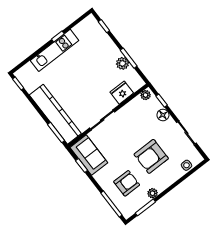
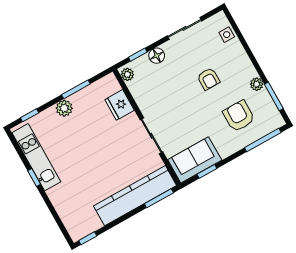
kitchen unit: (54, 50) -> (36, 157), moved
plant: (122, 63) -> (64, 108), moved
armchair: (151, 156) -> (208, 79), width x0.53, depth x0.53

